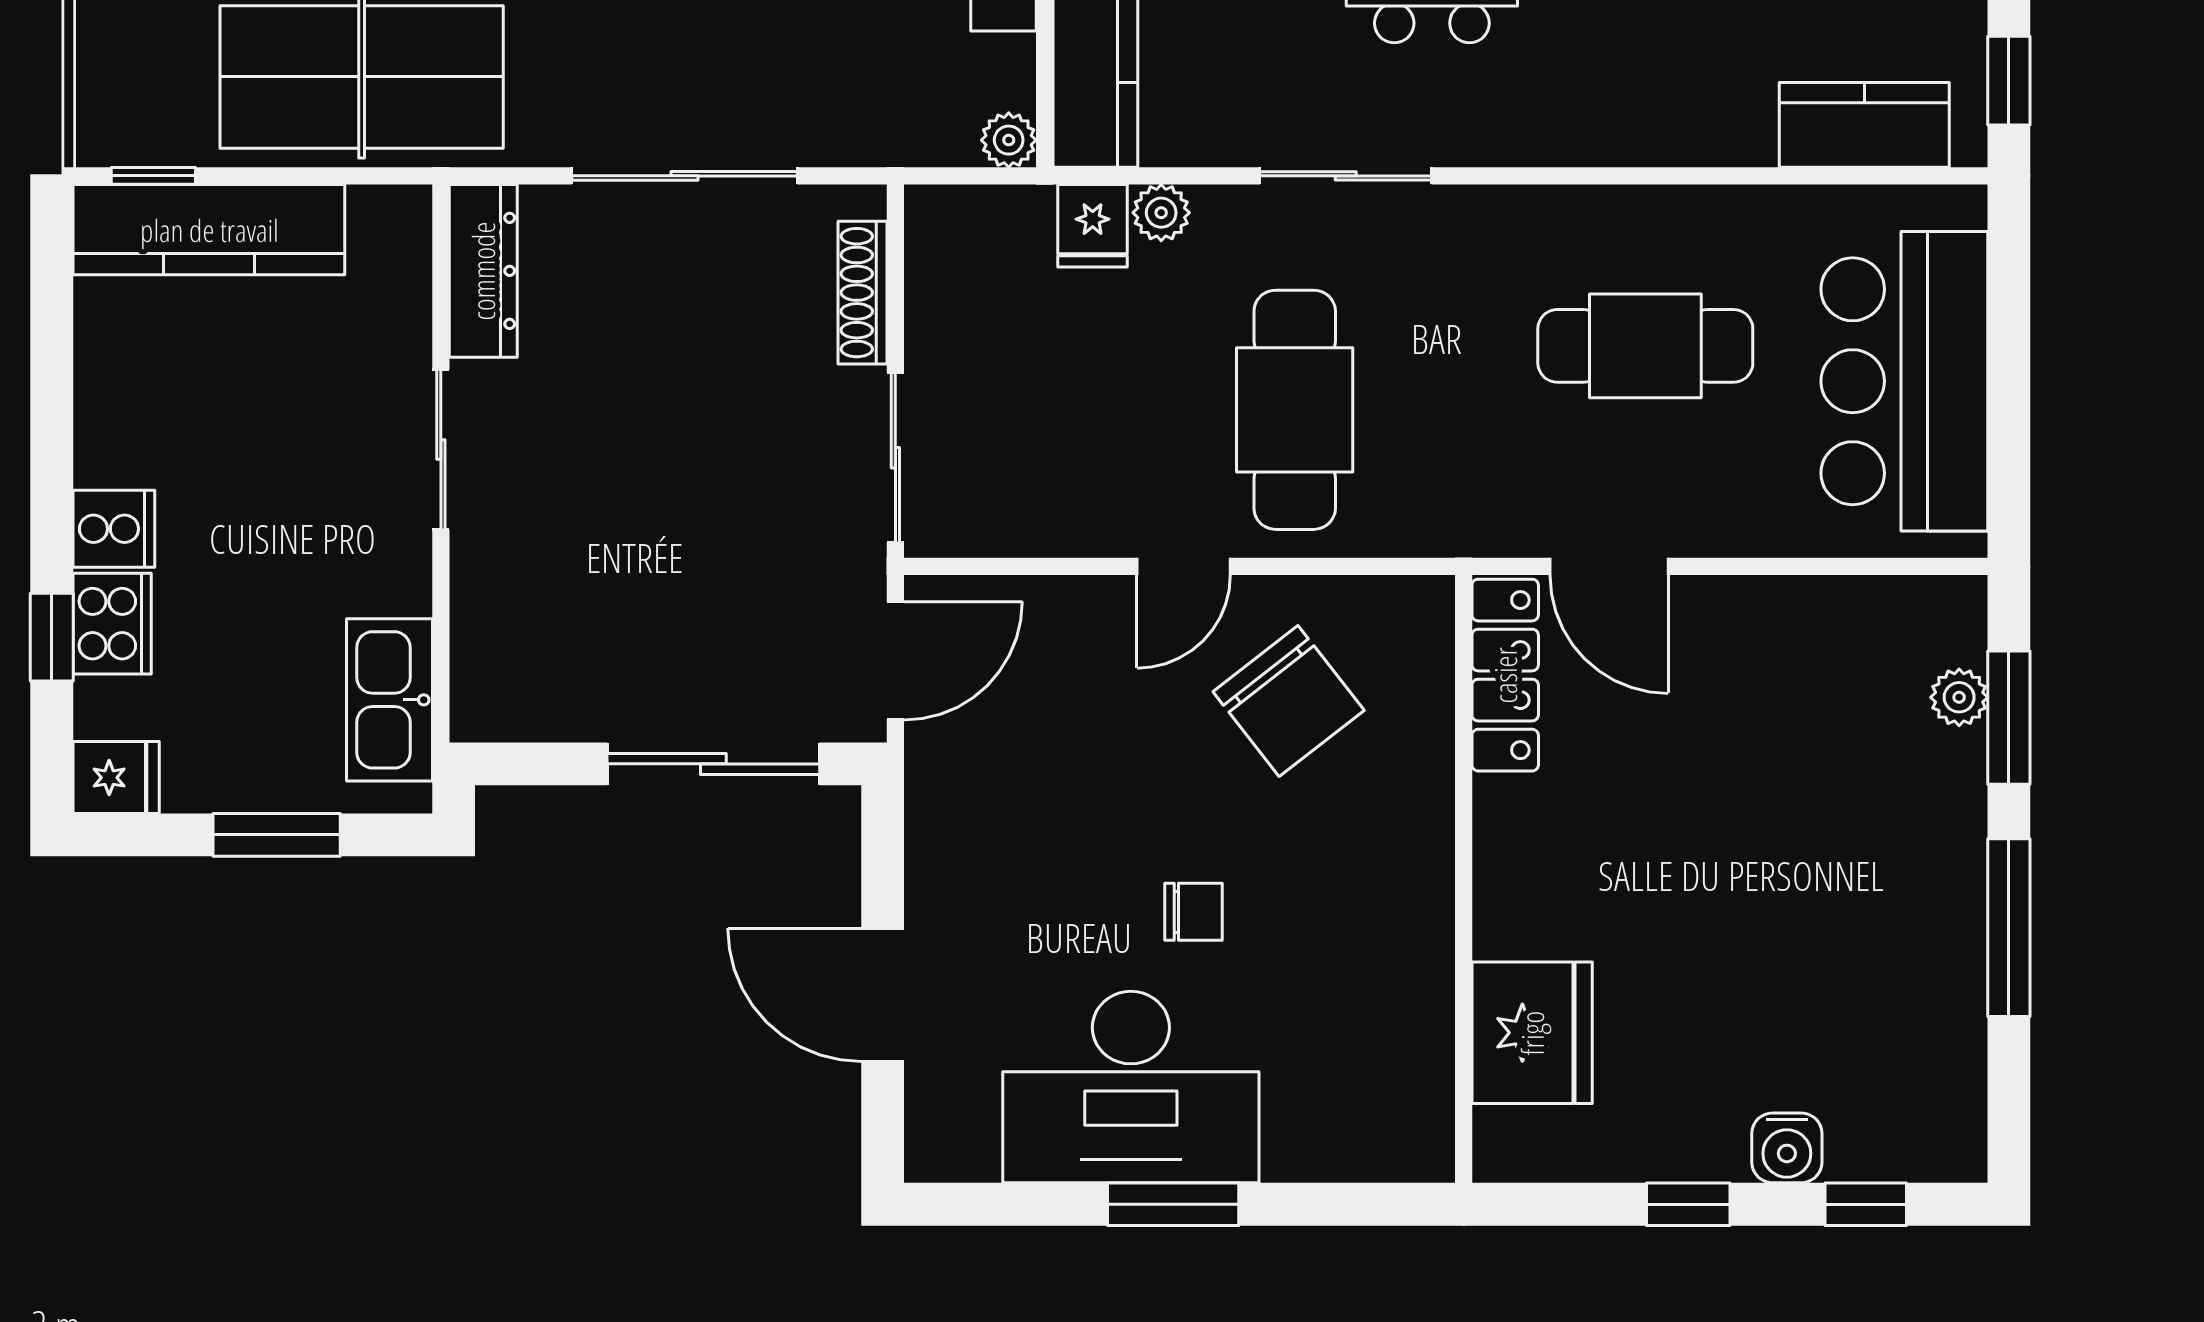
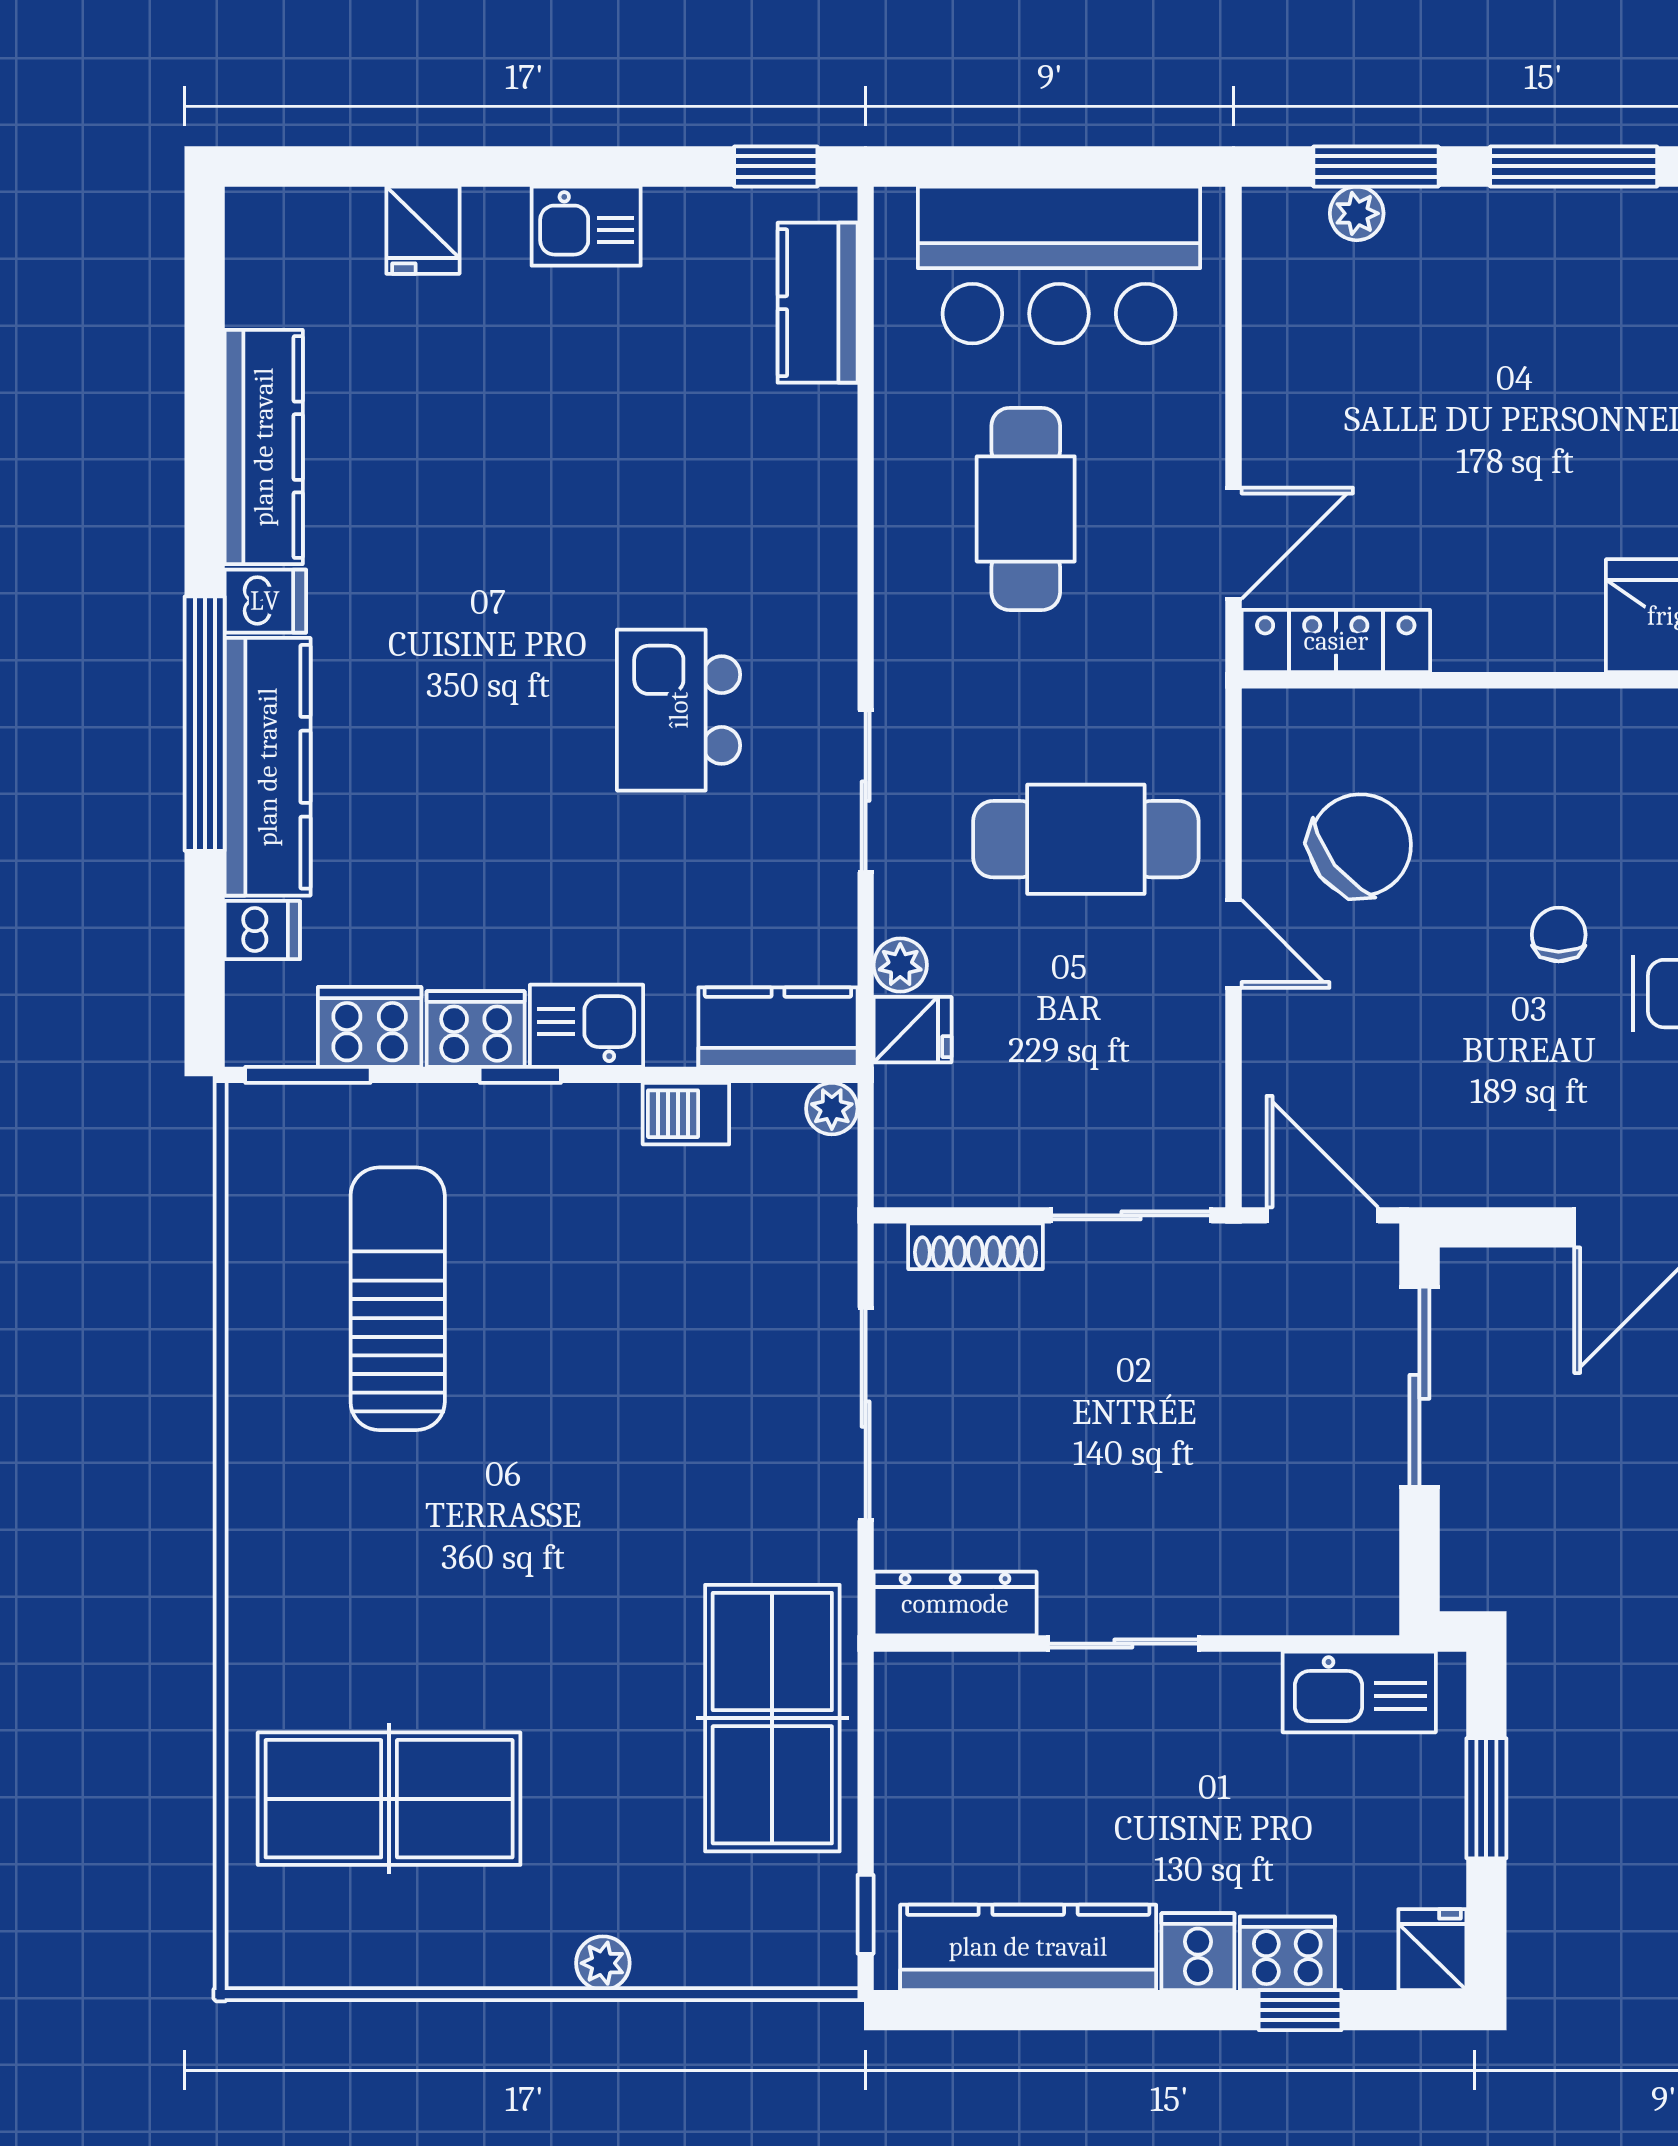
kitchen counter: (209, 230) -> (1028, 1947), moved, turned -90

